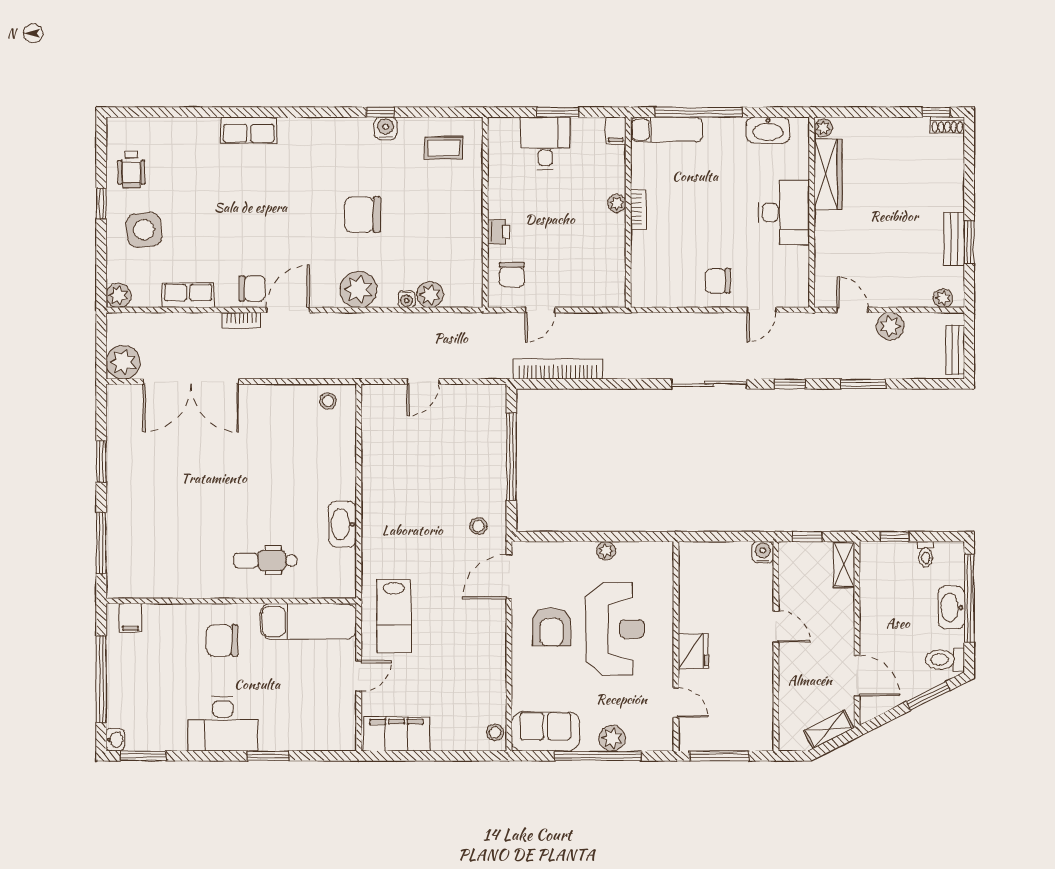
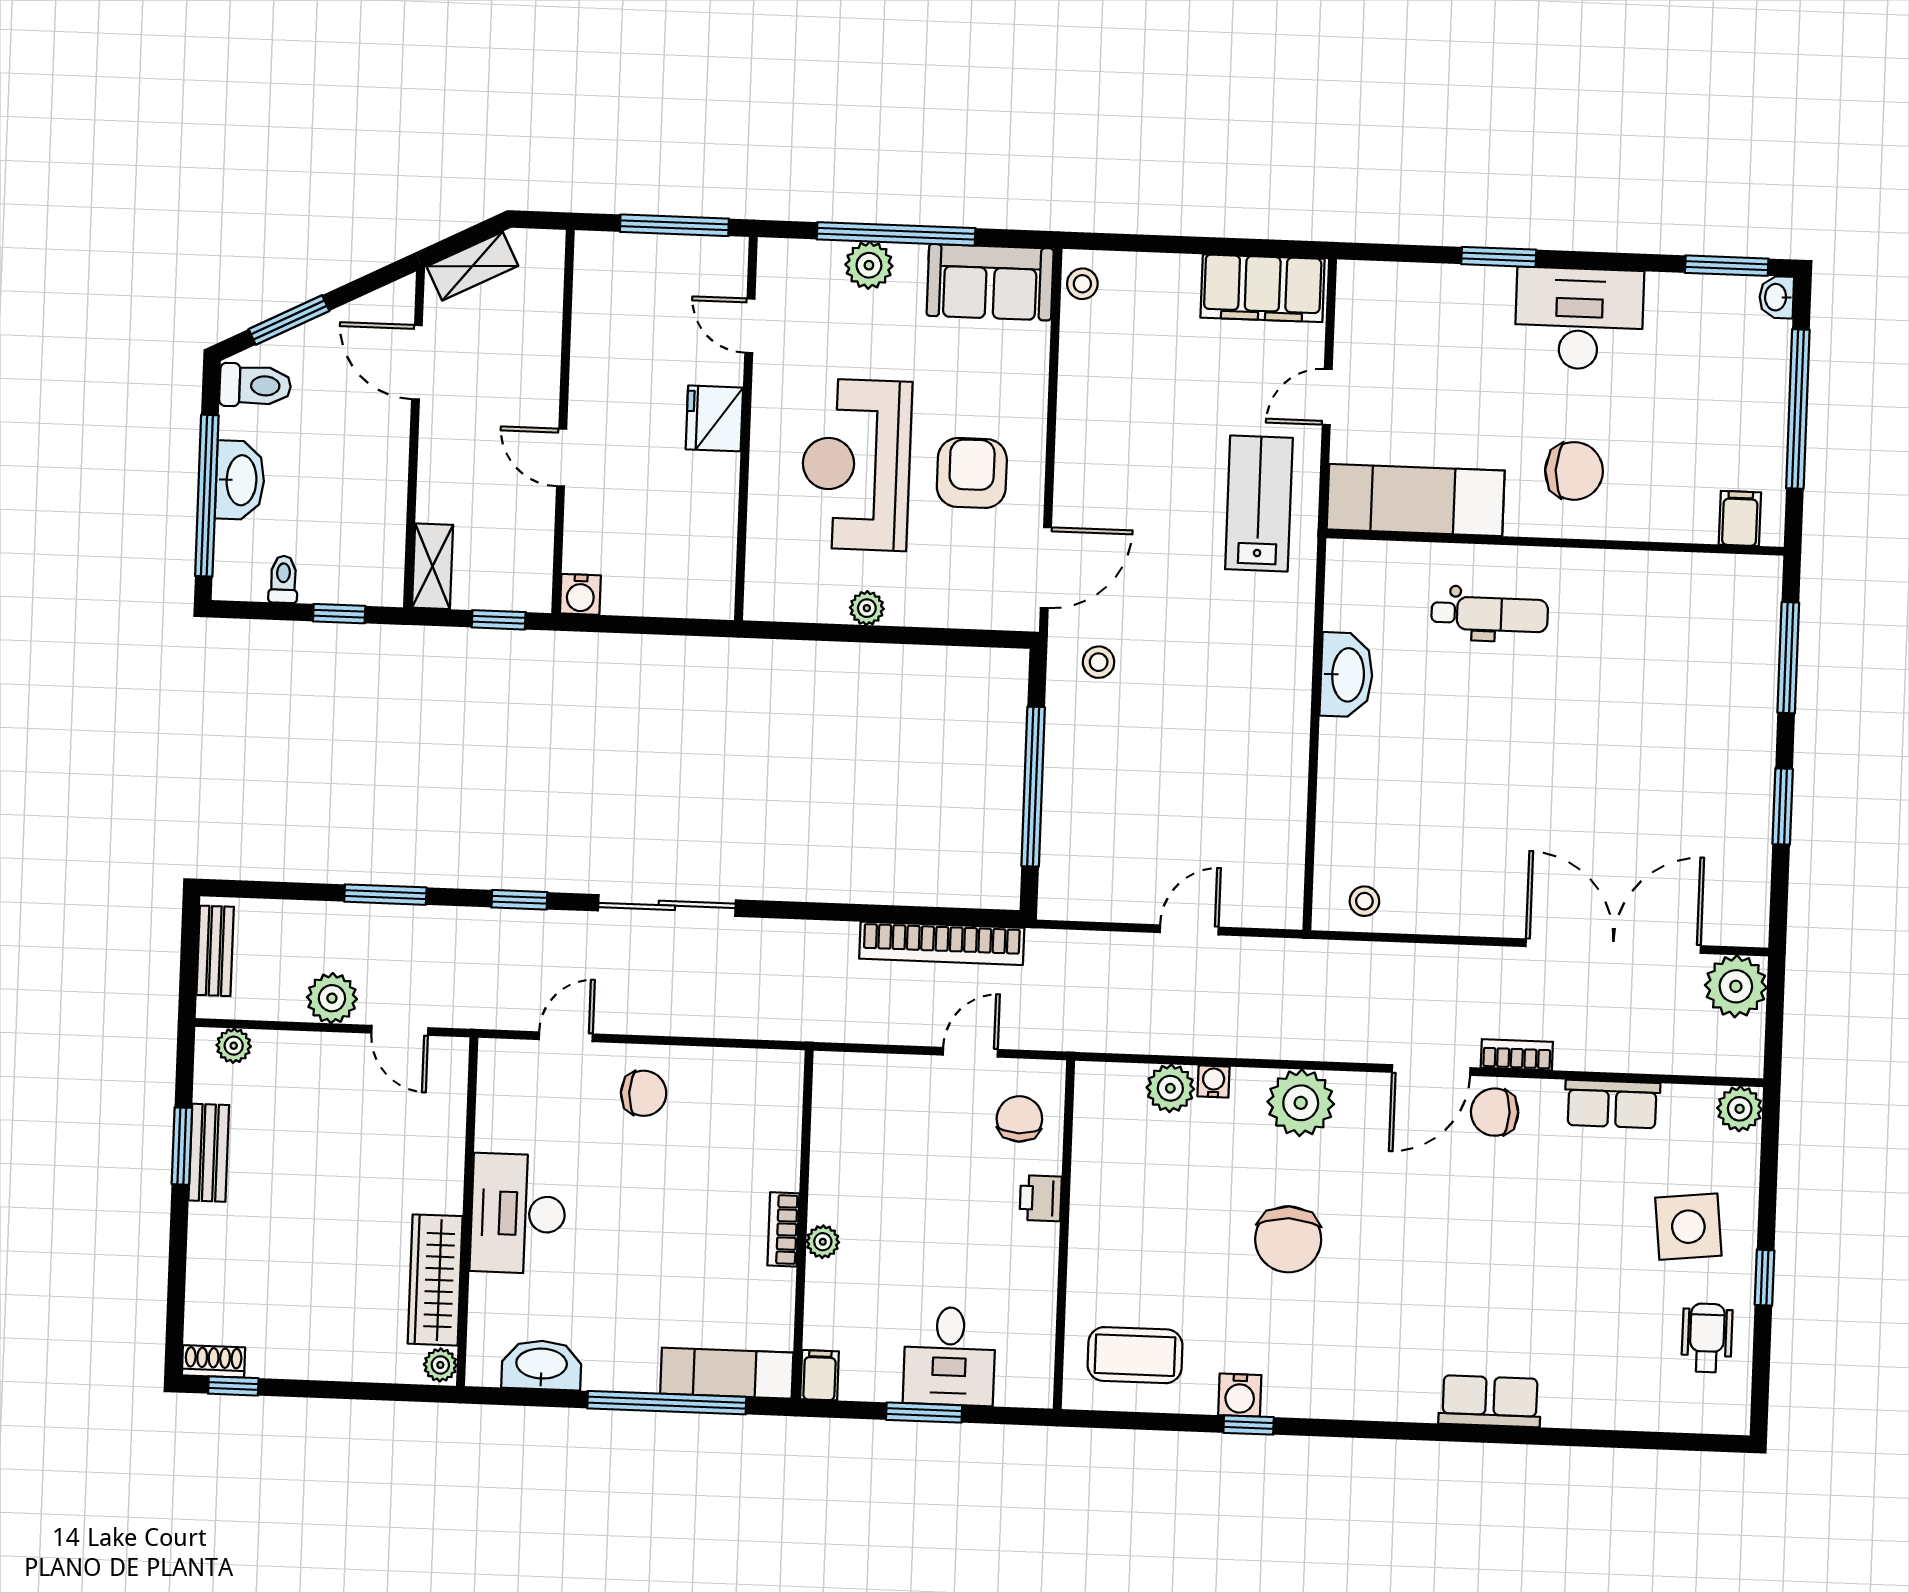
coffee table: (444, 148) -> (1135, 1355), width x1.36, depth x1.30
chair: (362, 215) -> (1288, 1239), turned 90

